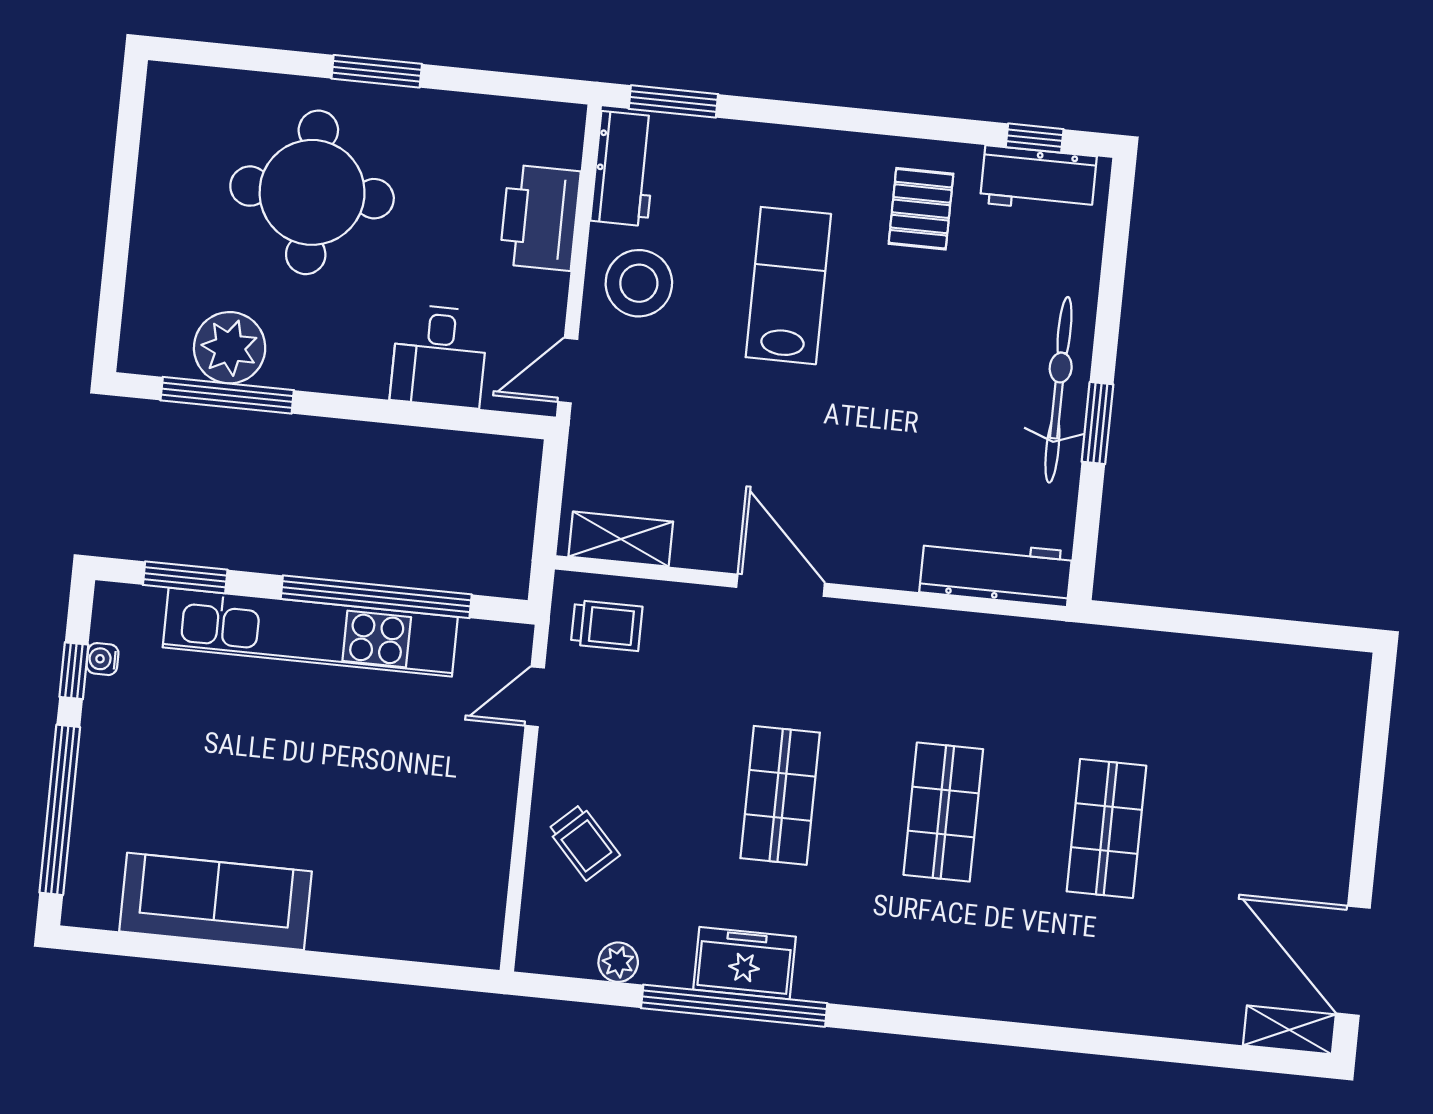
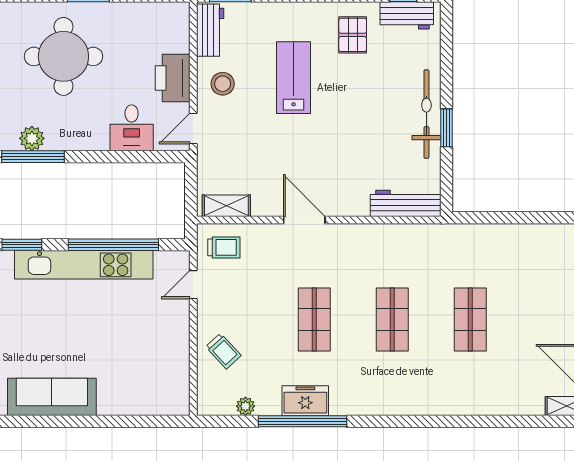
printer: (540, 218) -> (173, 78), moved
stool: (639, 283) -> (223, 84), width x0.73, depth x0.73
plant: (230, 348) -> (32, 138), width x0.73, depth x0.73

